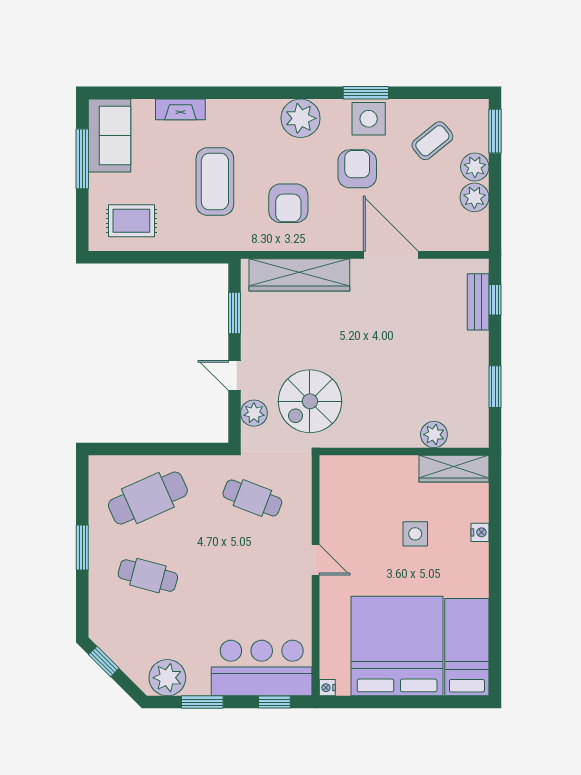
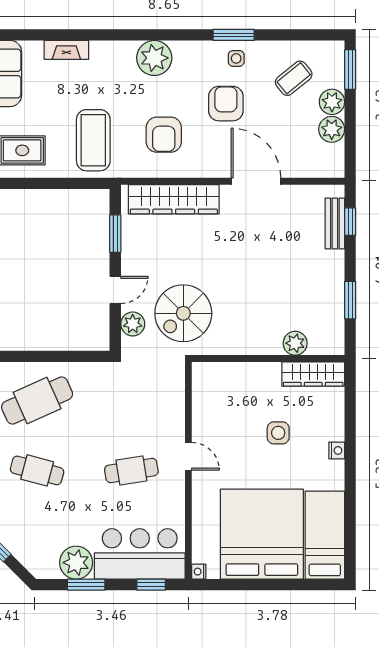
plant: (301, 118) -> (154, 58), moved
side table: (369, 119) -> (236, 58), width x0.54, depth x0.54
coffee table: (215, 182) -> (93, 140), moved
door: (235, 375) -> (115, 290), swing flipped
cafe table: (252, 498) -> (131, 470), moved, turned -30
nightstand: (480, 532) -> (337, 450), moved
plant: (167, 678) -> (76, 563), moved

